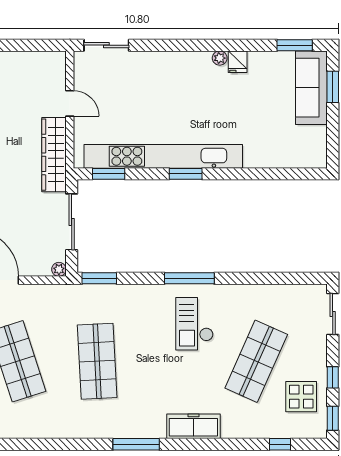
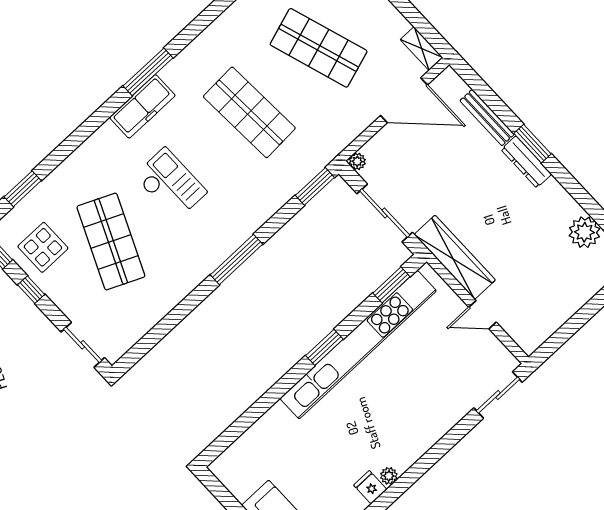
checkout: (194, 324) -> (171, 184), moved
freezer: (193, 426) -> (142, 106), moved
window: (280, 444) -> (23, 189), width x1.50

